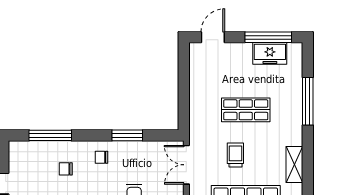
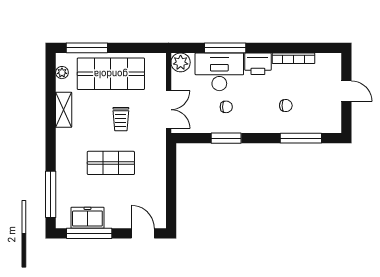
door: (213, 37) -> (143, 233), swing flipped
window: (308, 101) -> (51, 194), moved
chair: (101, 157) -> (226, 107), moved

